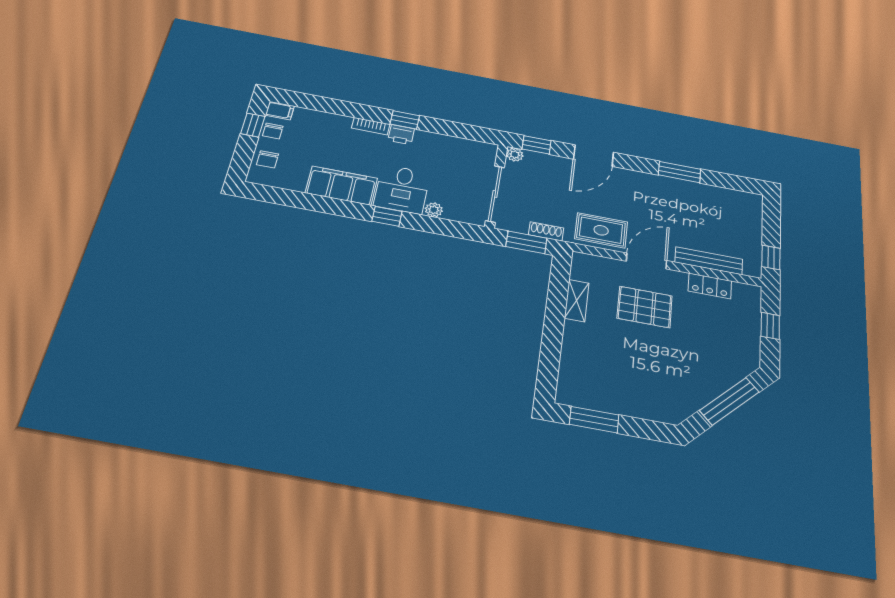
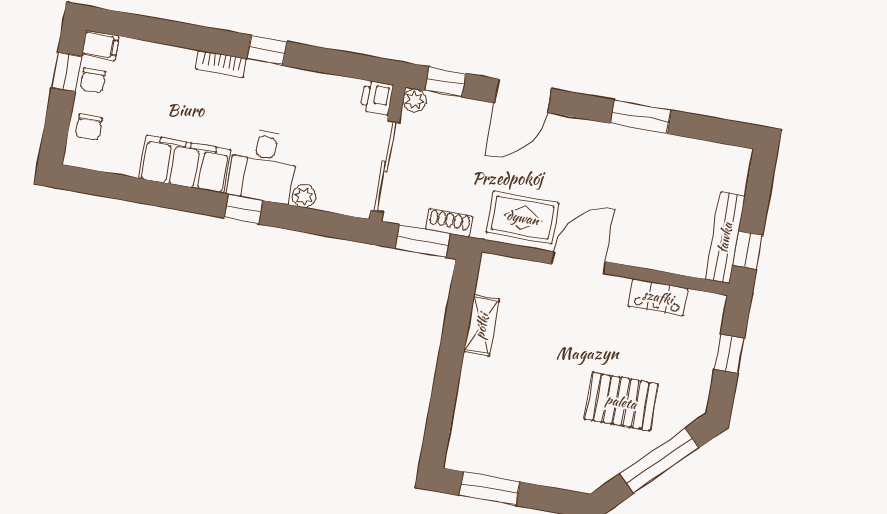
printer: (401, 135) -> (377, 98), moved, turned 90
bench: (709, 261) -> (725, 238), moved, turned 90
pallet: (645, 307) -> (621, 402), moved

